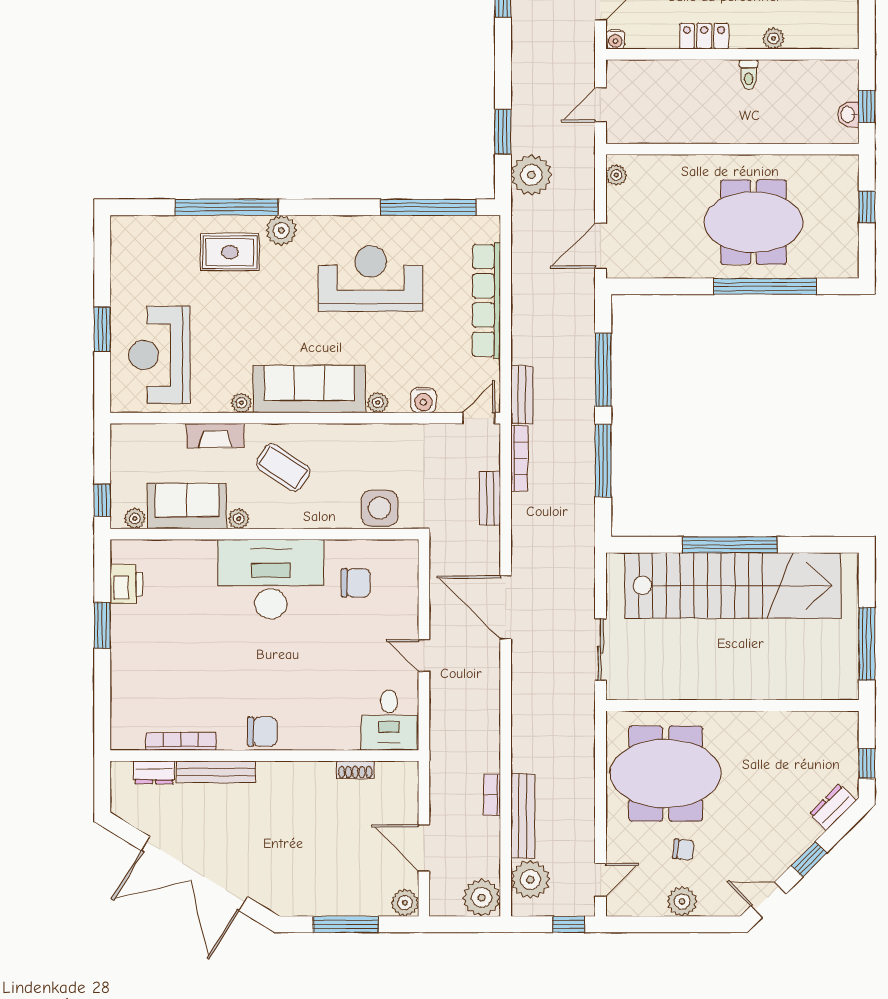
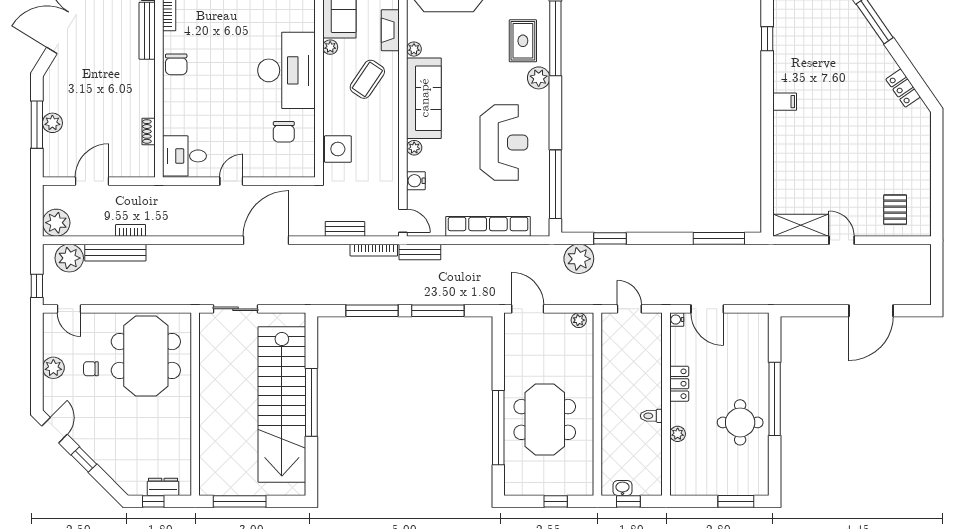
dresser: (833, 807) -> (163, 487), moved, turned -45
chair: (683, 850) -> (91, 369), turned 83
plant: (405, 903) -> (52, 123), moved

